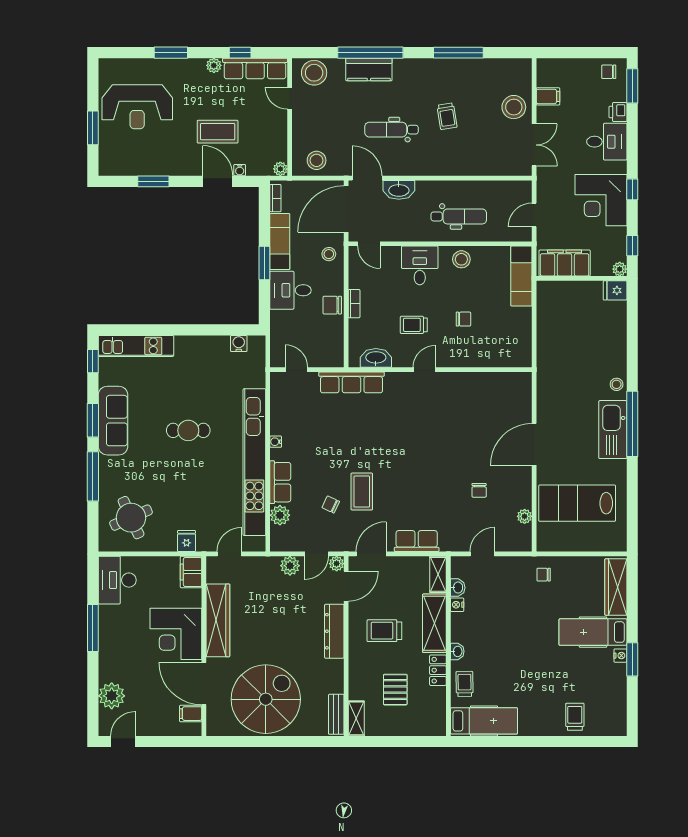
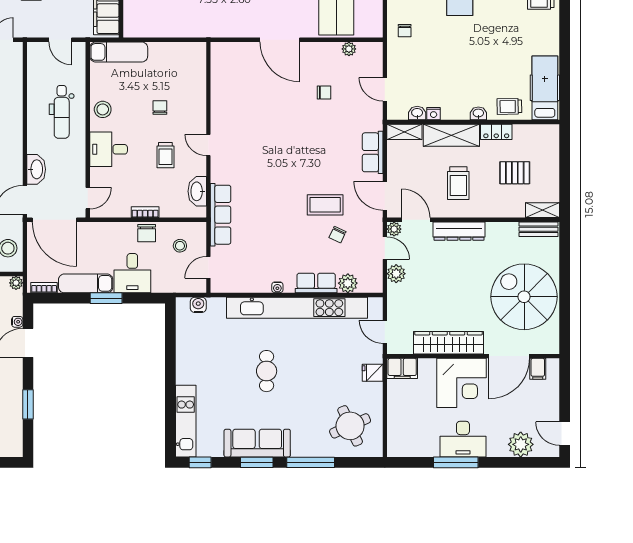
dental chair: (459, 216) -> (62, 112), turned 180
stool: (329, 254) -> (180, 246), moved
water cooler: (239, 344) -> (198, 305), moved, turned 90
desk: (117, 580) -> (463, 439), moved

